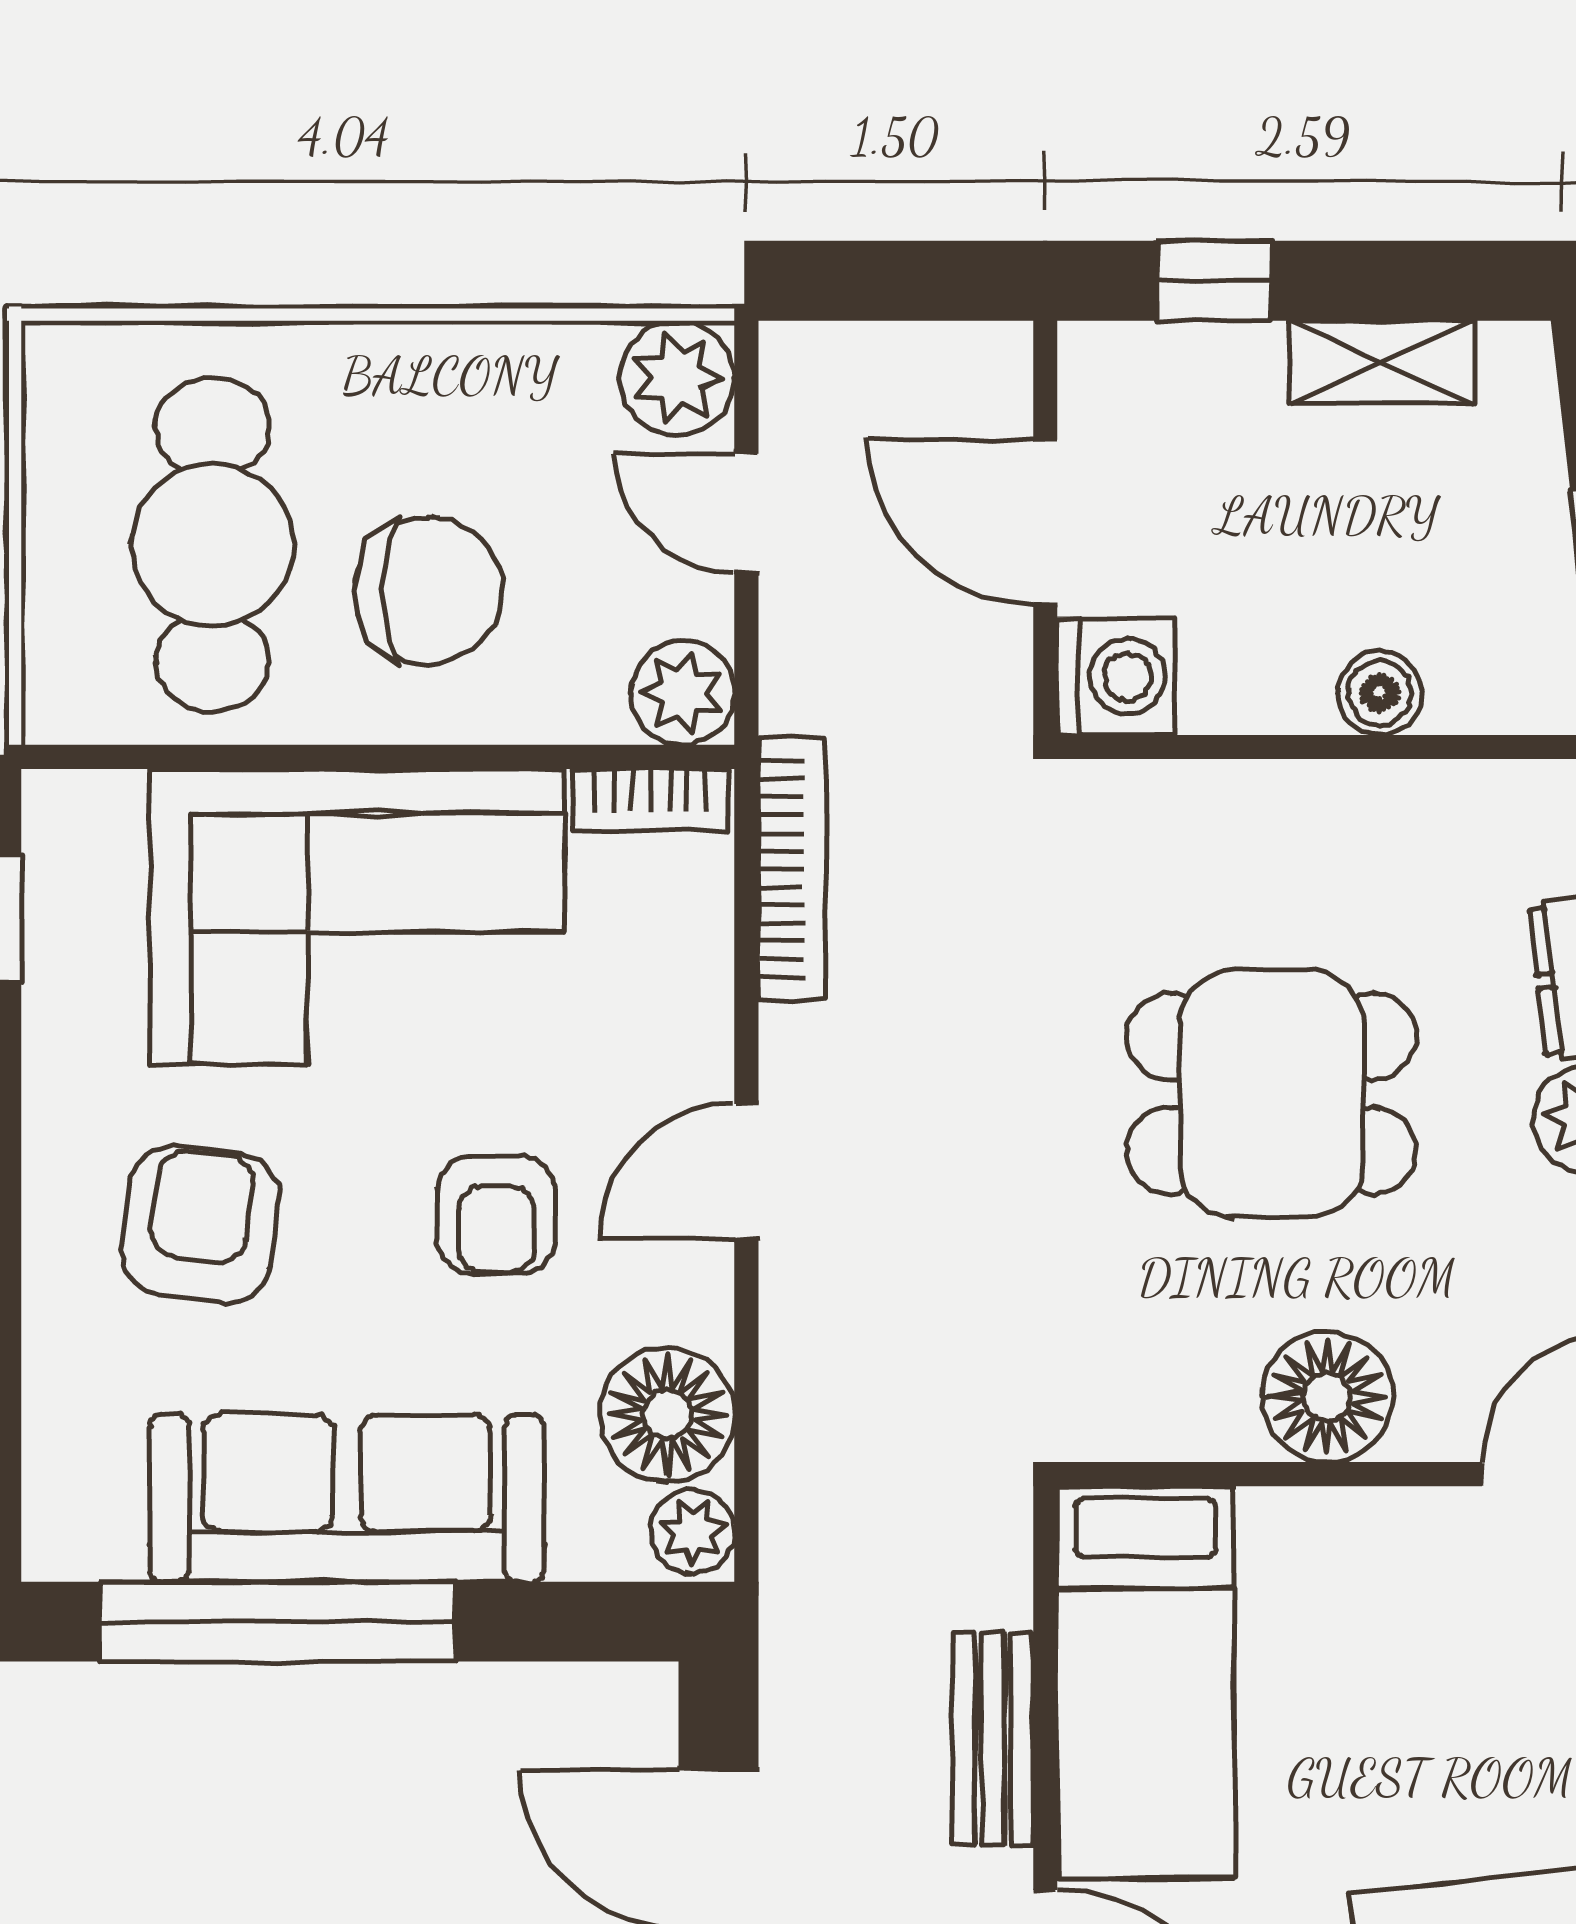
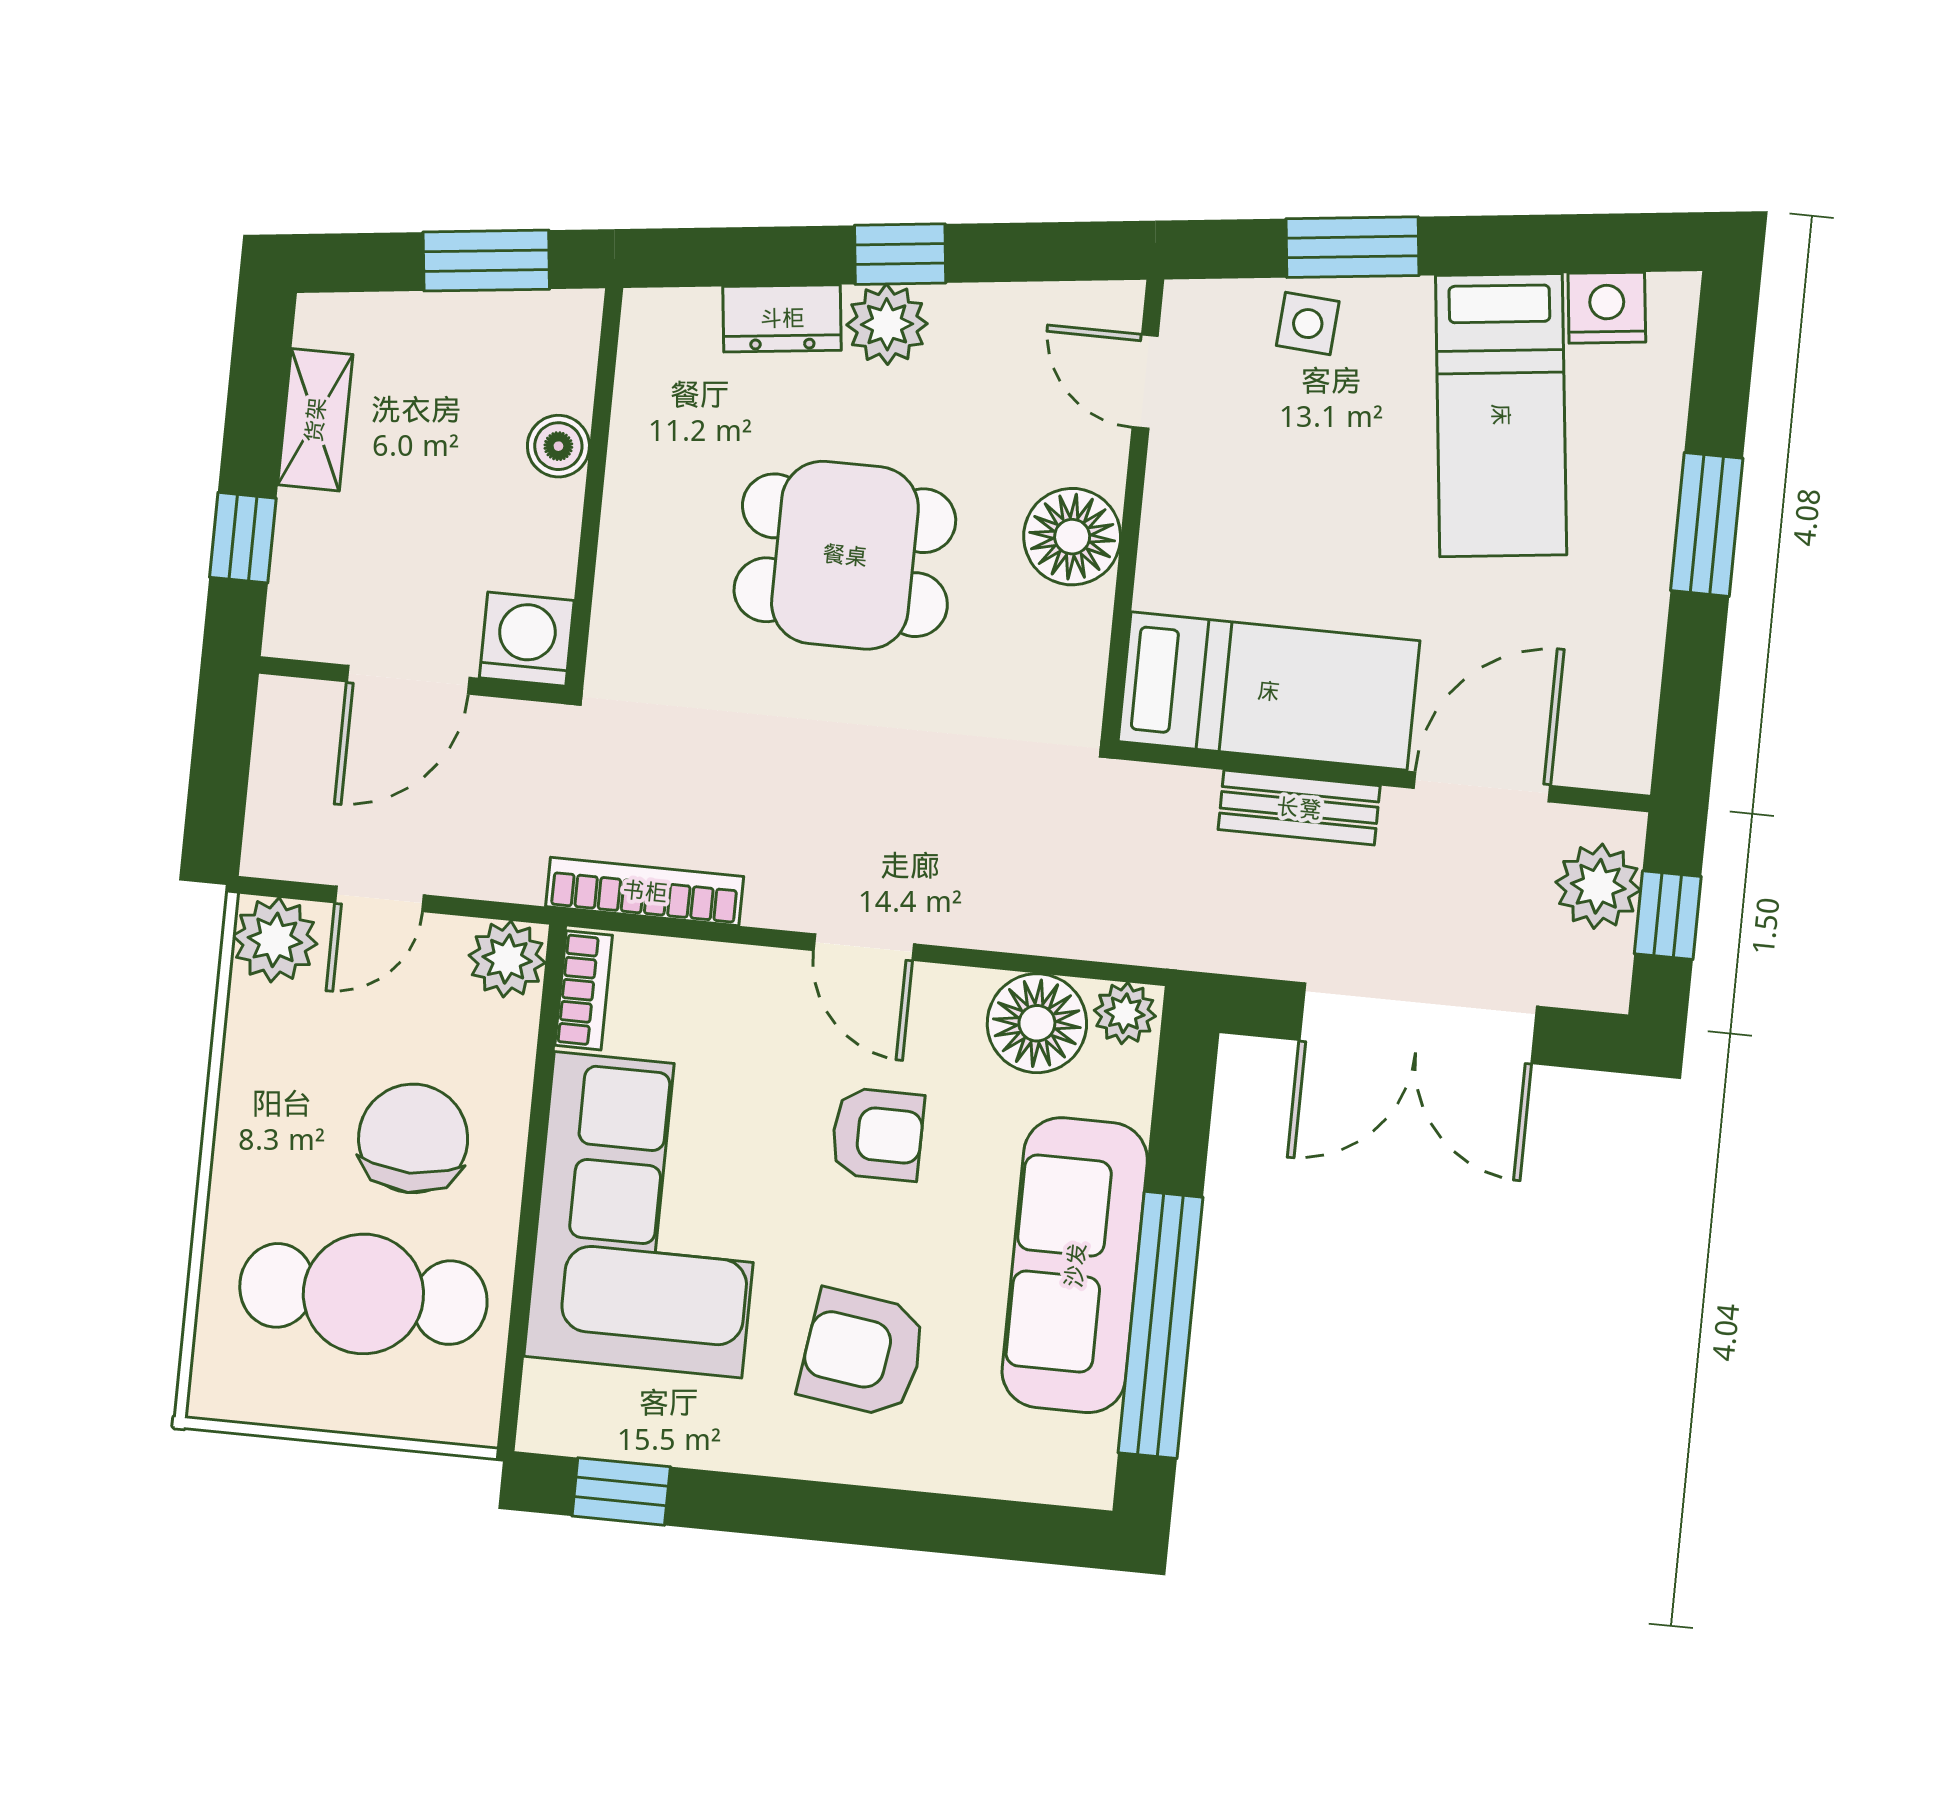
dining table: (1271, 1093) -> (845, 555), turned 90

